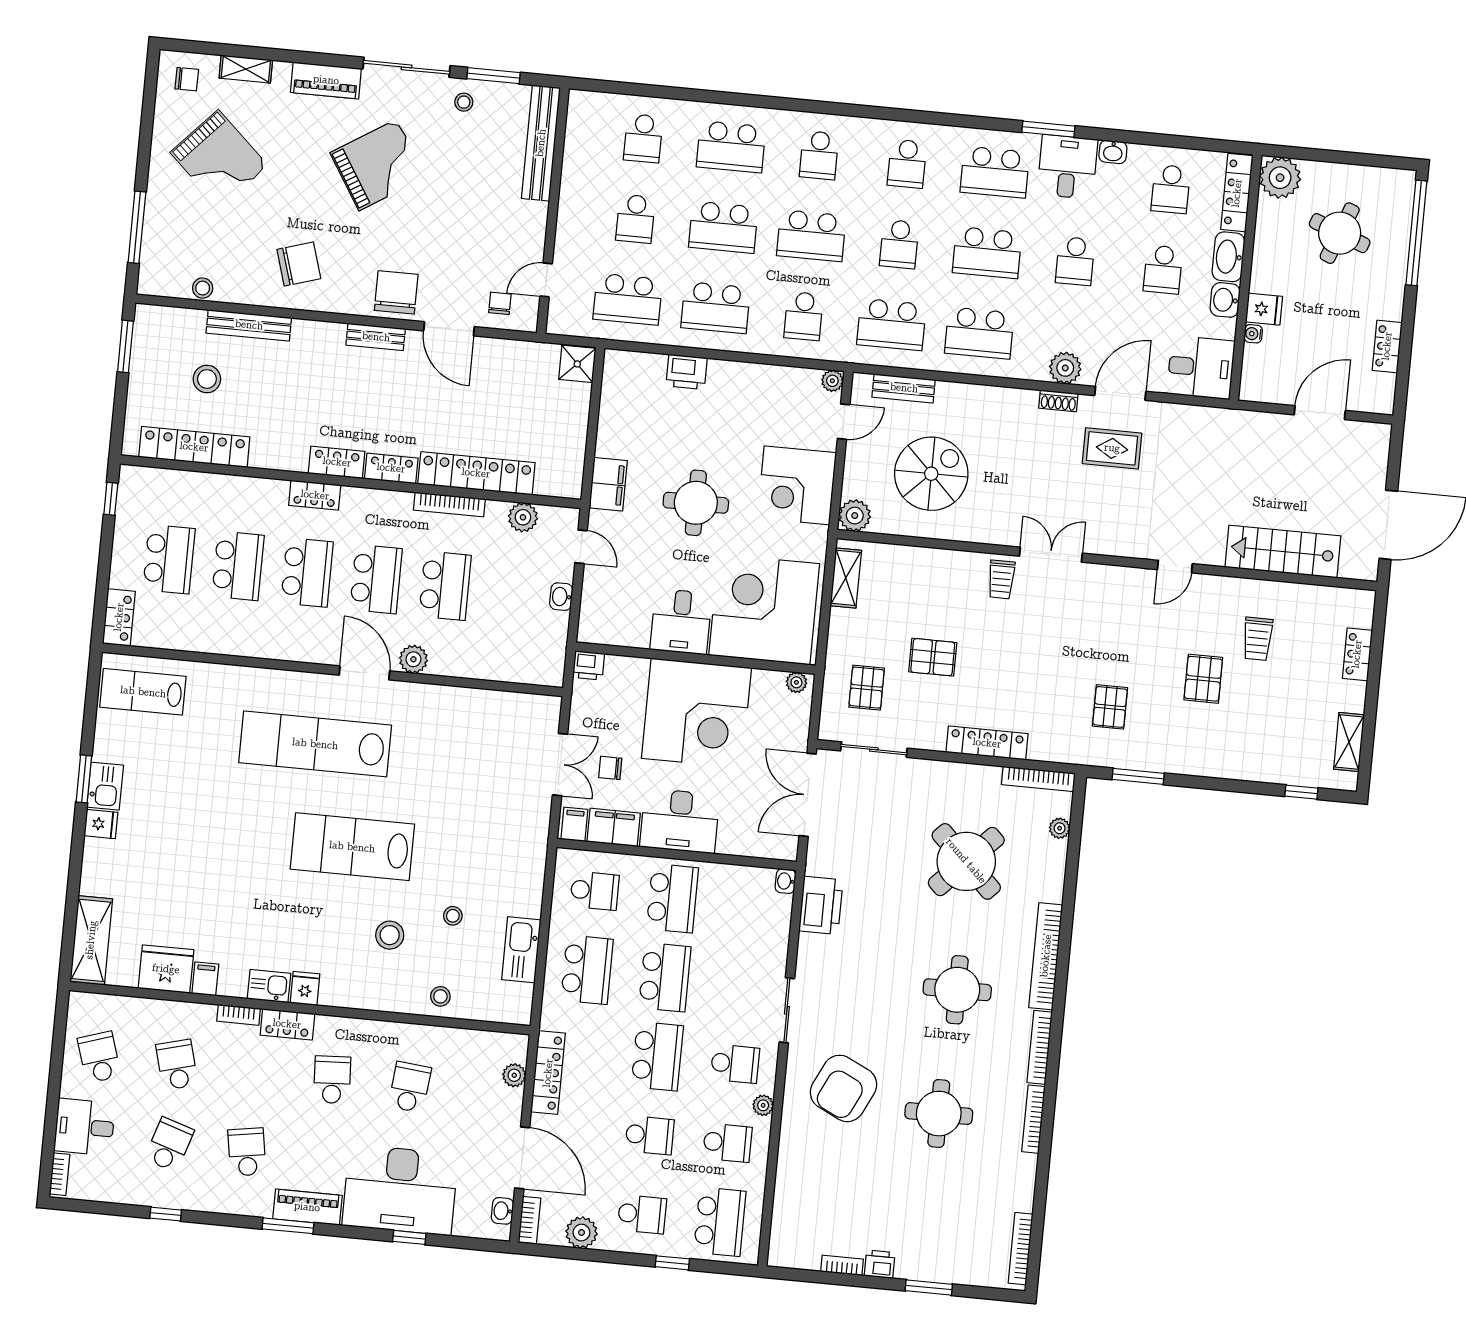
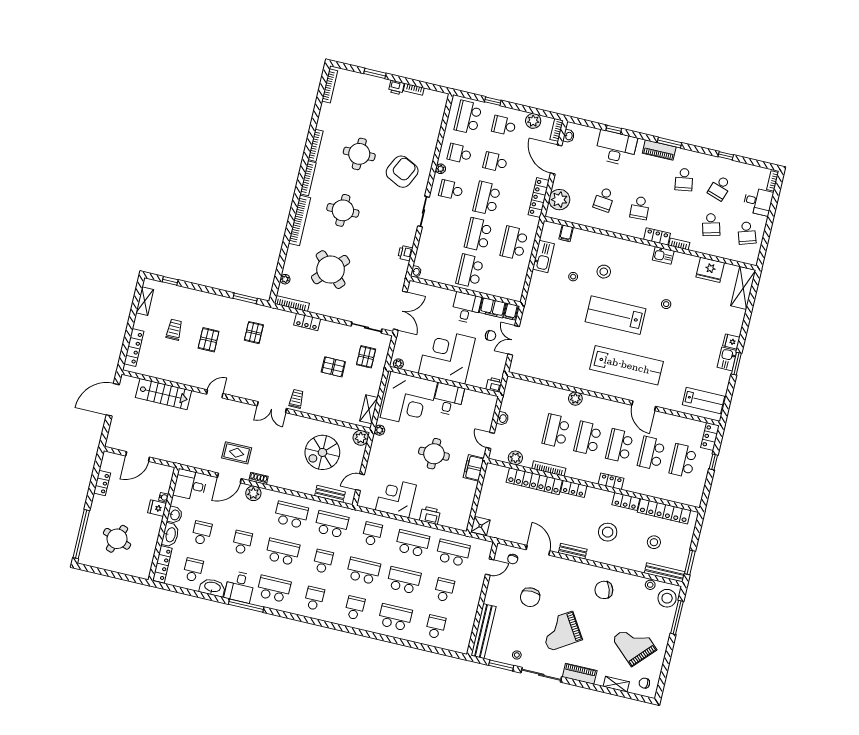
window: (1048, 129) -> (246, 606), width x1.44
washbasin: (1113, 152) -> (212, 587), width x1.91, depth x1.45
plant: (1280, 178) -> (141, 568), removed
stool: (163, 265) -> (667, 598), added
chair: (396, 292) -> (530, 597), moved
bench: (249, 325) -> (665, 572), moved
plant: (832, 381) -> (379, 430), moved
stool: (307, 387) -> (608, 532), added
locker: (337, 462) -> (626, 501), moved
corner desk: (797, 485) -> (396, 498), moved, turned -90
window: (111, 499) -> (713, 462), moved
trolley: (1258, 639) -> (174, 330), moved
locker: (1357, 654) -> (134, 348), width x1.53
door: (364, 673) -> (644, 406), moved
locker: (987, 743) -> (307, 322), width x0.66
desk: (680, 821) -> (466, 308), width x0.73
lab bench: (352, 847) -> (616, 315), turned 180
school desk: (595, 891) -> (506, 279), removed
printer: (821, 905) -> (405, 253), width x0.53, depth x0.68
filing cabinet: (205, 979) -> (566, 233), moved
fridge: (305, 988) -> (647, 252), removed
stool: (440, 996) -> (666, 304), moved
plant: (514, 1075) -> (559, 200), width x1.87, depth x1.87
desk: (400, 1190) -> (616, 148), width x0.73, depth x0.77

